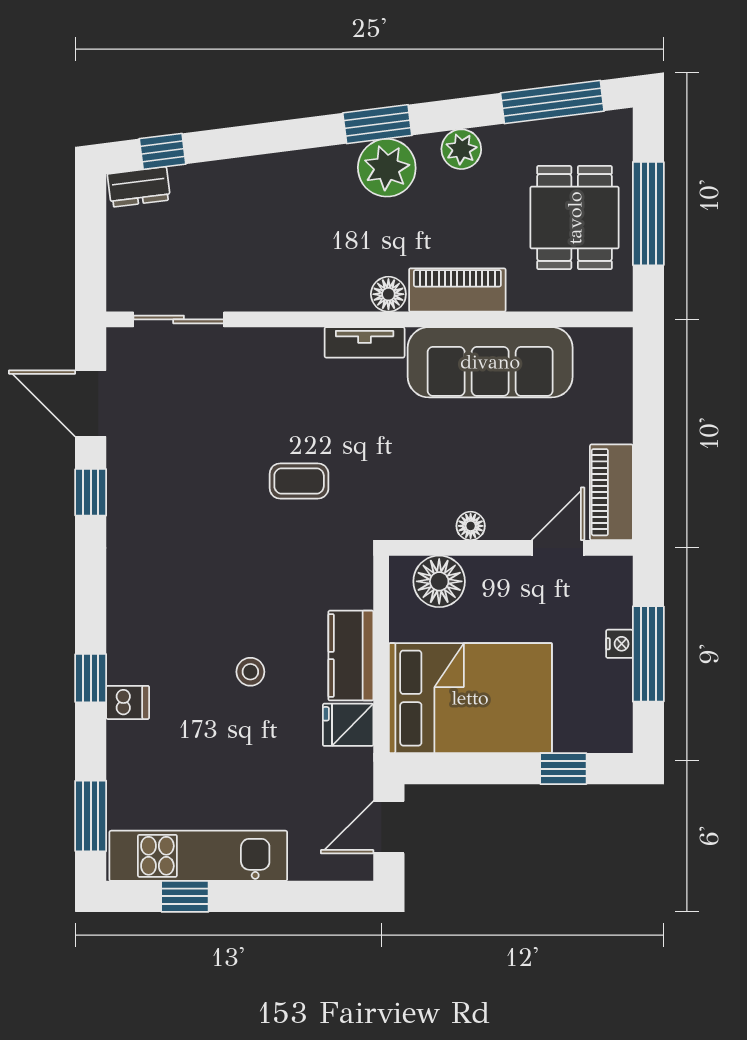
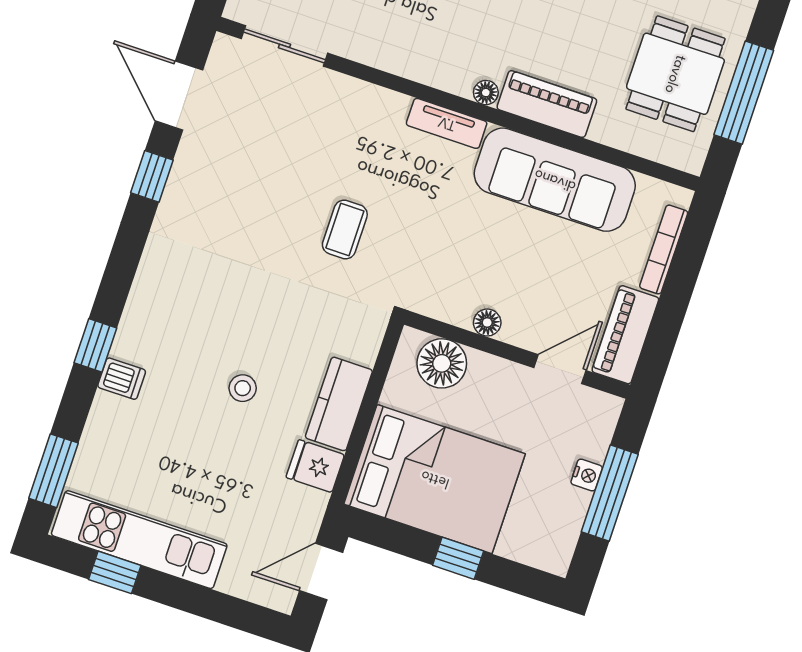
floor lamp: (388, 294) -> (486, 93), width x0.73, depth x0.73
bookcase: (621, 395) -> (664, 249), added
coffee table: (299, 481) -> (345, 229), turned 90
window: (563, 769) -> (458, 558), moved

